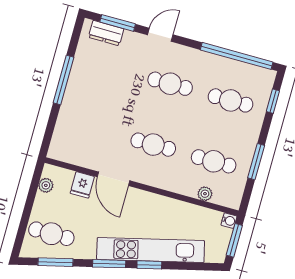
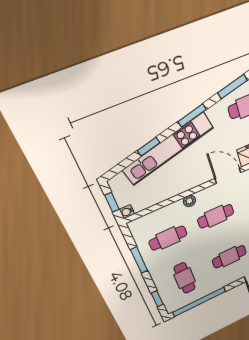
cafe table: (231, 100) -> (185, 278), turned 90
plant: (205, 194) -> (189, 201), moved
window: (234, 240) -> (112, 202), width x0.67
window: (149, 265) -> (149, 147), moved

